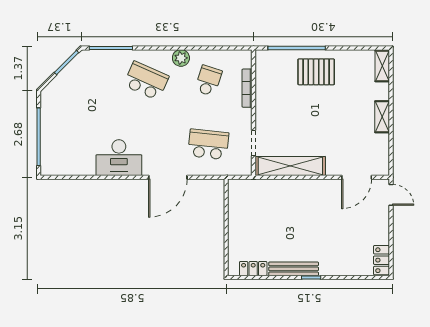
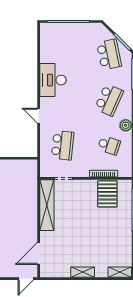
pallet: (316, 72) -> (107, 194), moved
school desk: (84, 81) -> (109, 55), added
door: (168, 177) -> (39, 116), width x0.53
door: (357, 177) -> (39, 253), hinge flipped

